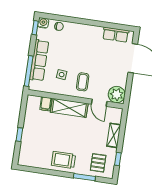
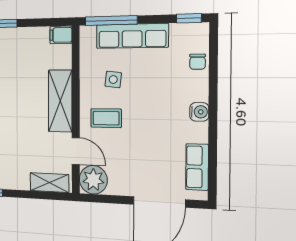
water cooler: (43, 23) -> (199, 112), moved
door: (99, 103) -> (76, 151), swing flipped
filing cabinet: (46, 104) -> (61, 35), moved
shelving: (114, 135) -> (49, 183), moved

